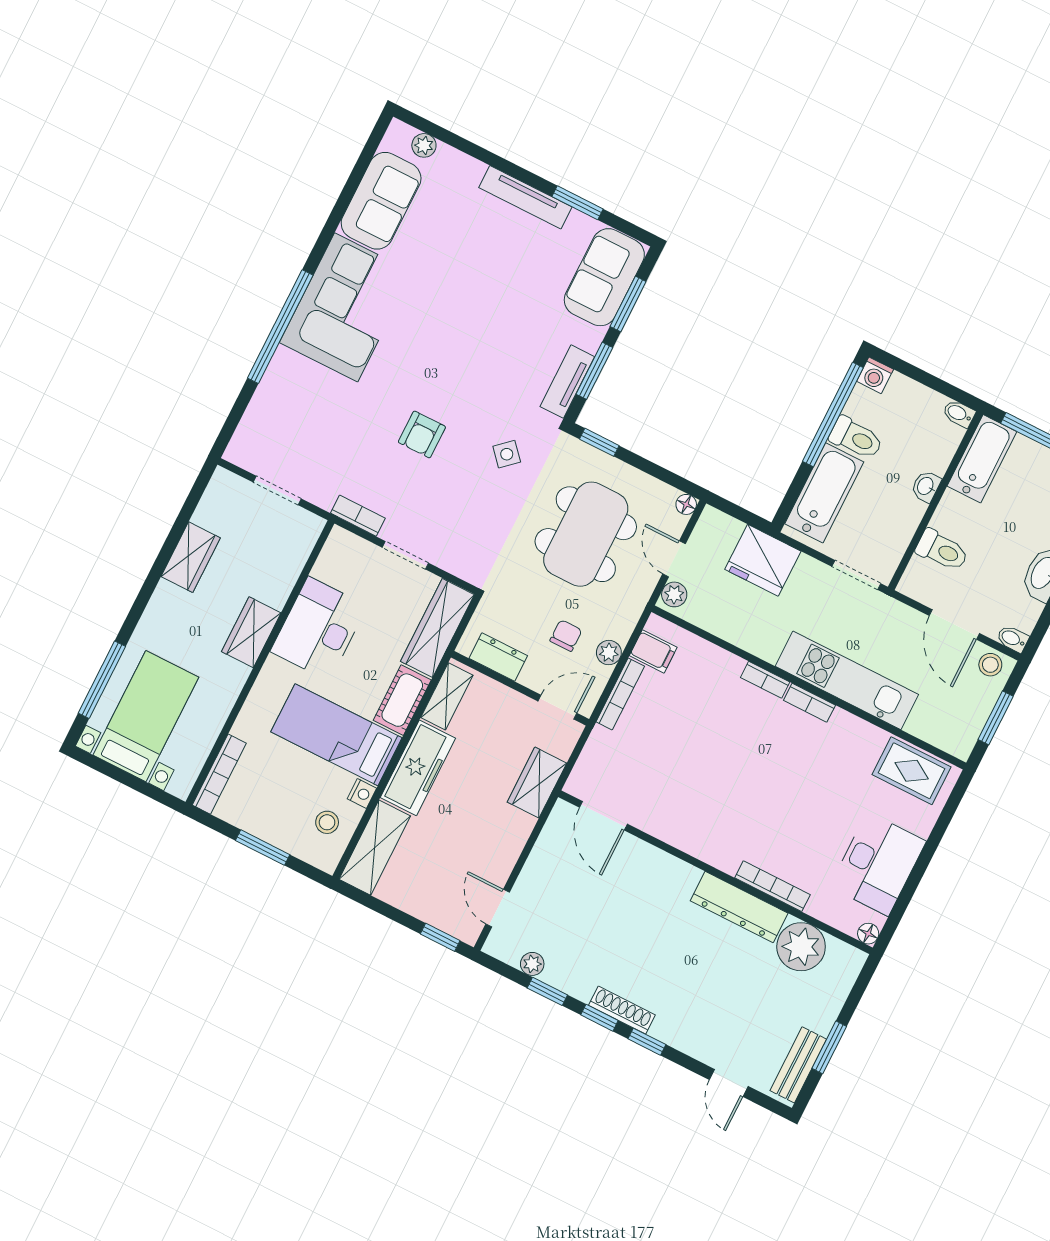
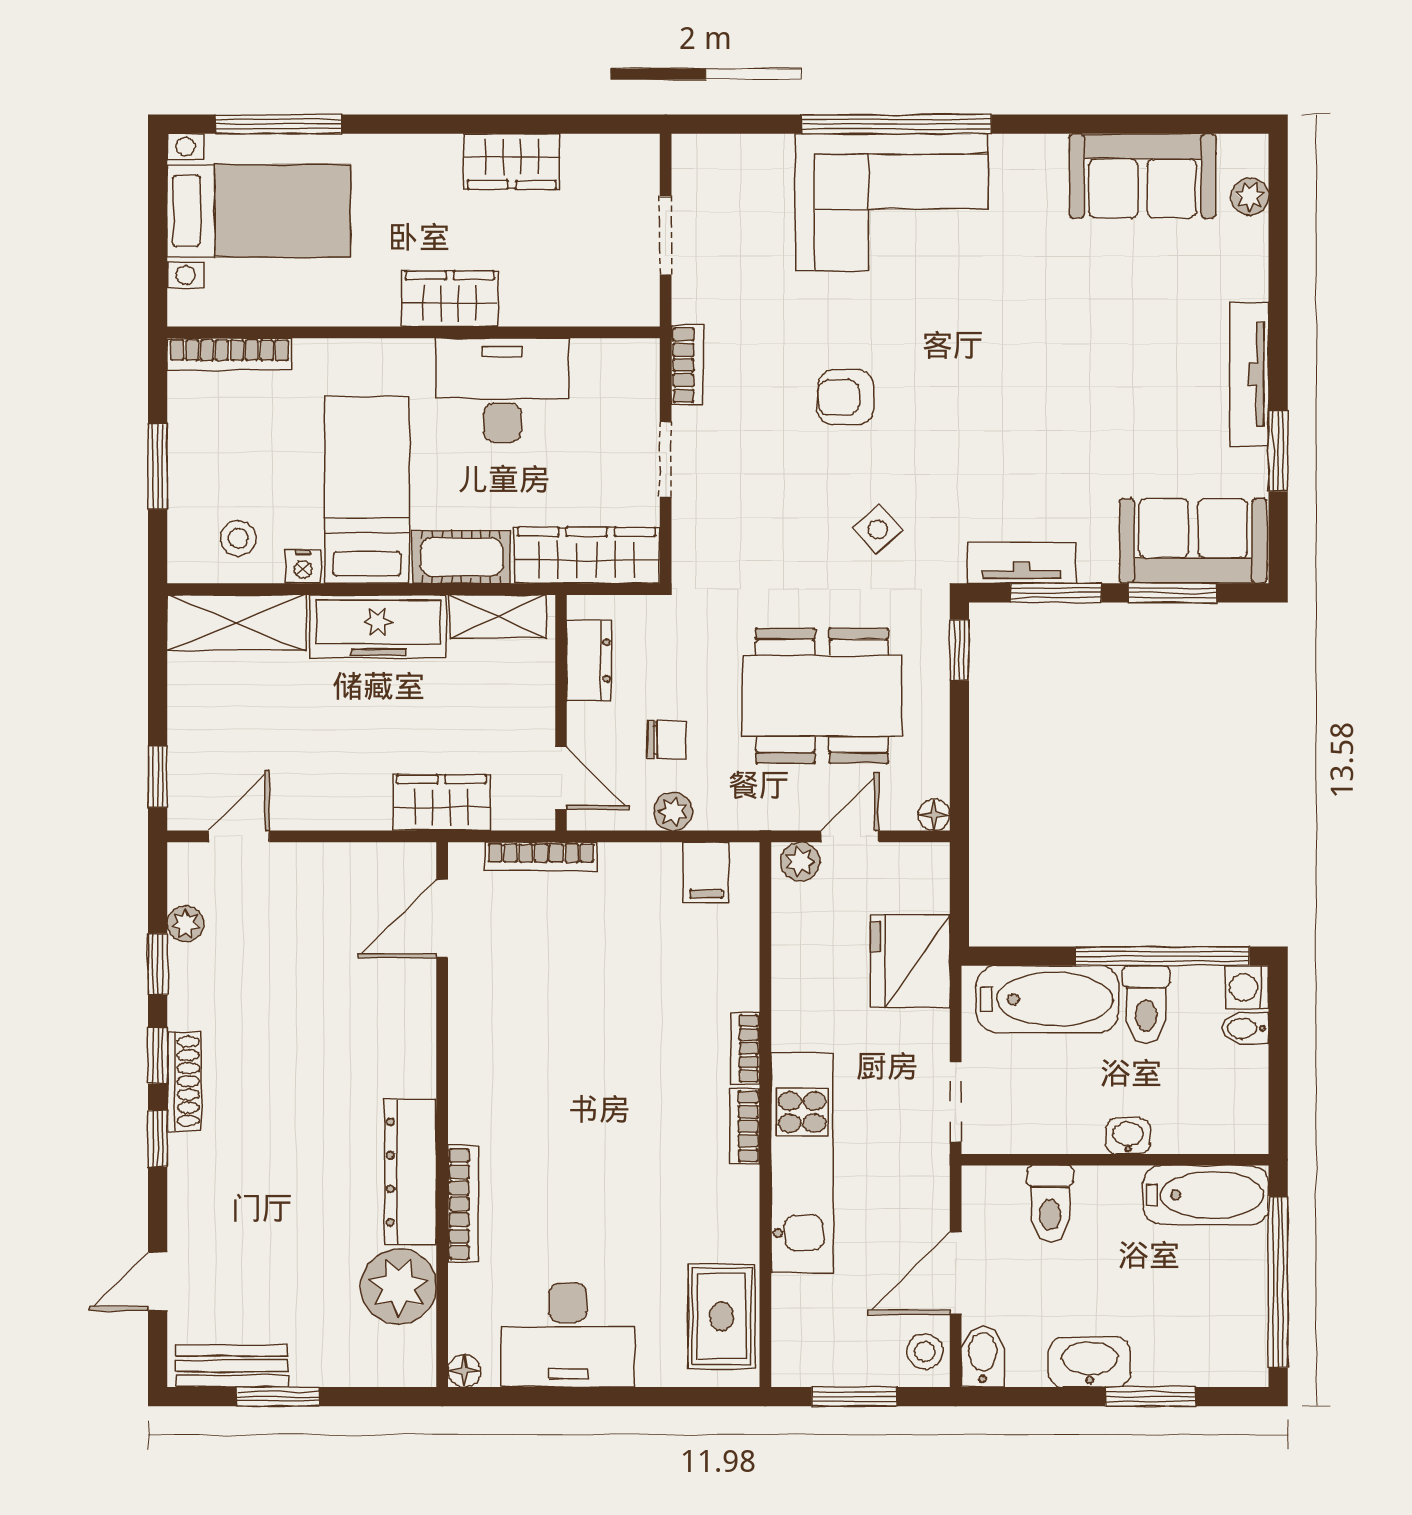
corner sofa: (346, 307) -> (891, 202), moved
bidet: (959, 413) -> (1245, 1028), moved, turned -90
bidet: (1013, 639) -> (983, 1356), width x1.38, depth x1.36
bookcase: (620, 694) -> (541, 856), moved

